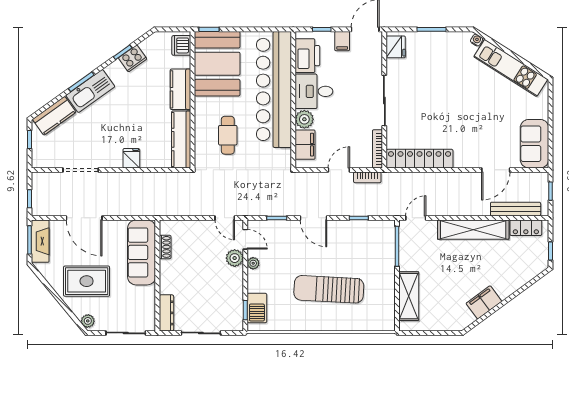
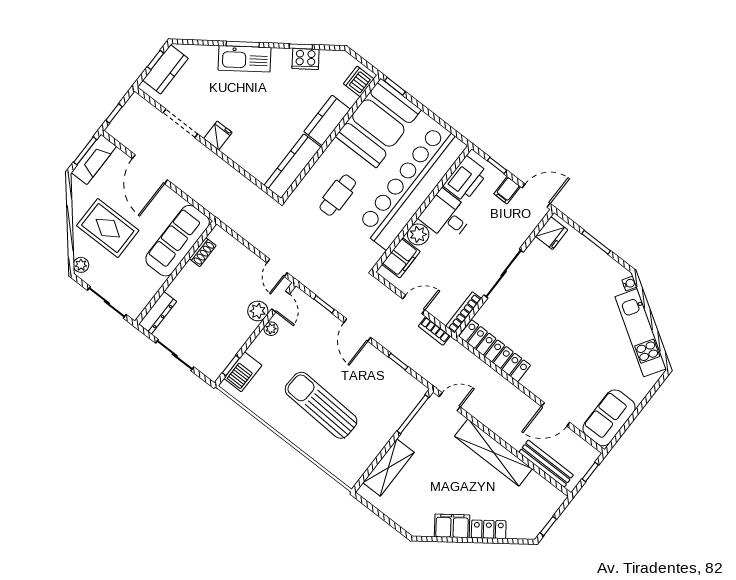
kitchen counter: (54, 116) -> (165, 69), moved, turned -54
fridge: (131, 158) -> (218, 135), moved
locker: (526, 228) -> (489, 529), moved, turned 144

